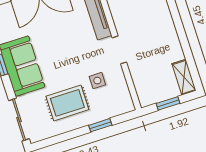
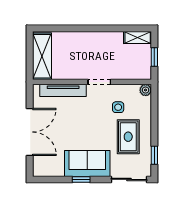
plant: (127, 105) -> (146, 90), added
window: (100, 125) -> (154, 155), moved

